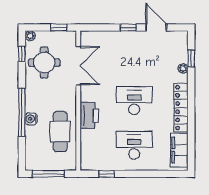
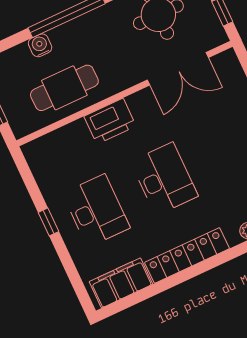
water cooler: (31, 119) -> (40, 45), moved
window: (106, 174) -> (48, 222), moved

